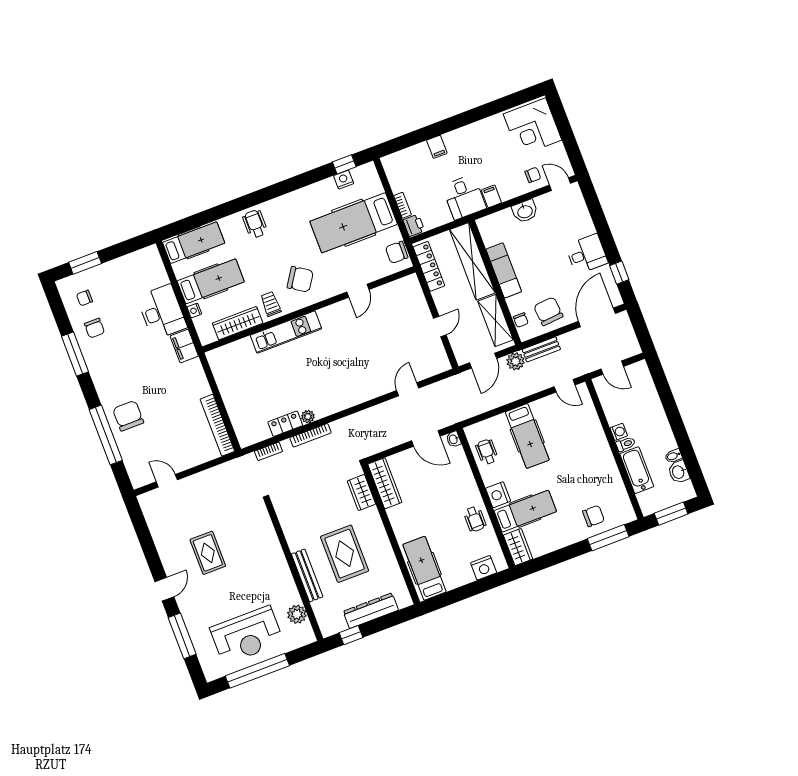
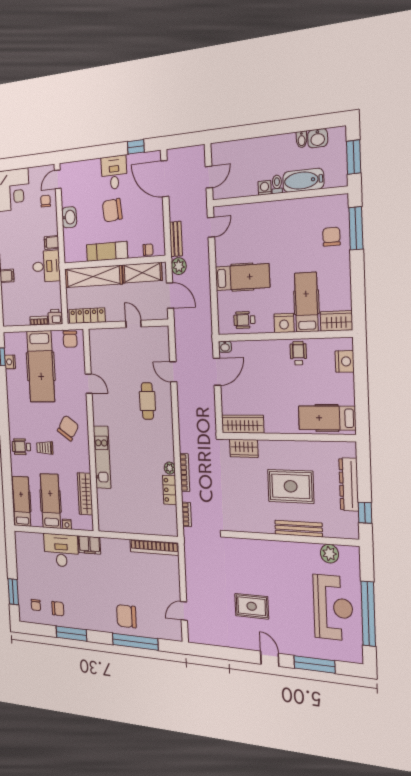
trolley: (271, 304) -> (45, 448), moved
chair: (548, 311) -> (112, 210), moved
cafe table: (367, 368) -> (147, 401), added
wheelchair: (475, 519) -> (298, 353), turned -90

